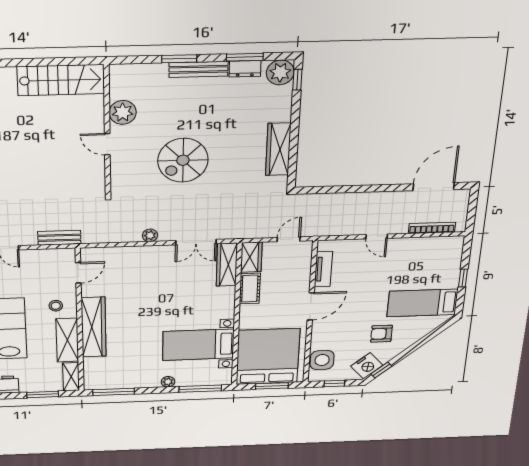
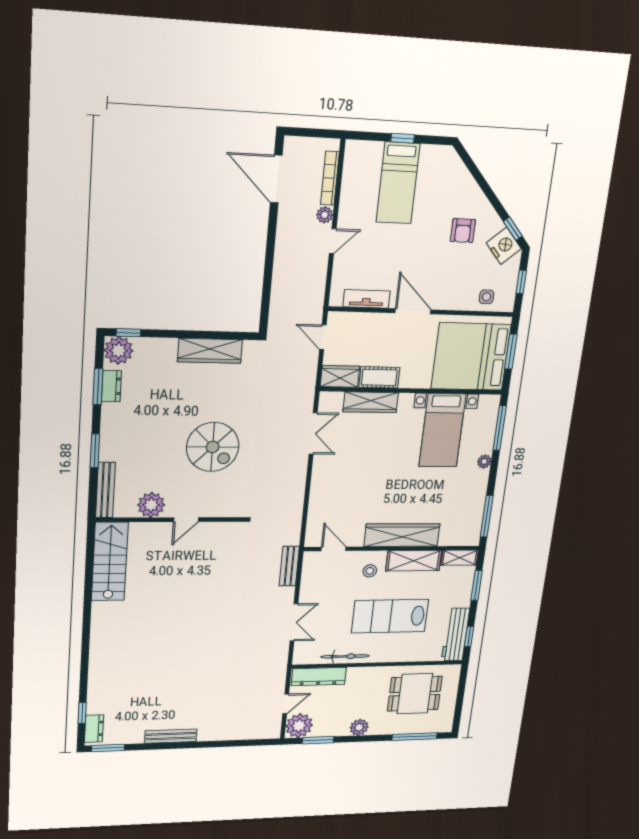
bench: (199, 69) -> (105, 490), moved
plant: (150, 235) -> (325, 215), moved
wardrobe: (227, 265) -> (371, 402), moved
bed: (422, 303) -> (398, 183), moved
side table: (322, 360) -> (487, 297), width x0.54, depth x0.54

